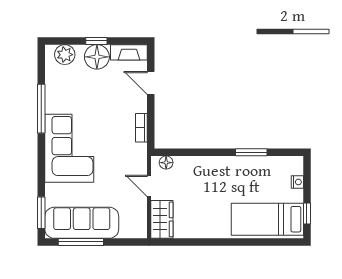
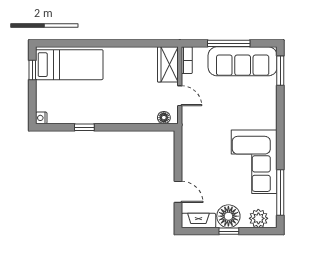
window: (41, 109) -> (280, 192), moved
bookcase: (141, 128) -> (187, 60), moved
corner sofa: (69, 148) -> (254, 162), moved
window: (251, 152) -> (84, 127), width x0.67
nightstand: (297, 182) -> (41, 118), moved
window: (81, 242) -> (229, 43), moved

